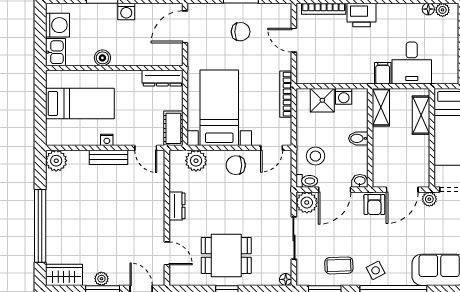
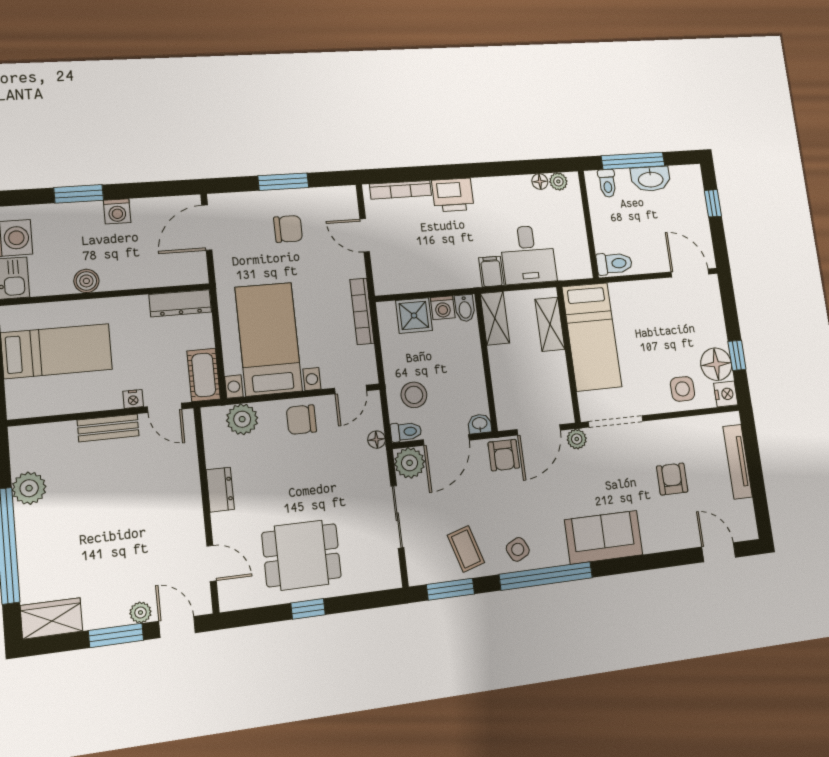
bidet: (358, 138) -> (465, 308), moved, turned -90
nightstand: (107, 140) -> (133, 399), moved
plant: (56, 161) -> (29, 488), moved
coffee table: (339, 265) -> (466, 549), turned 75
plant: (101, 279) -> (140, 613), moved
floor lamp: (286, 279) -> (377, 440), moved

